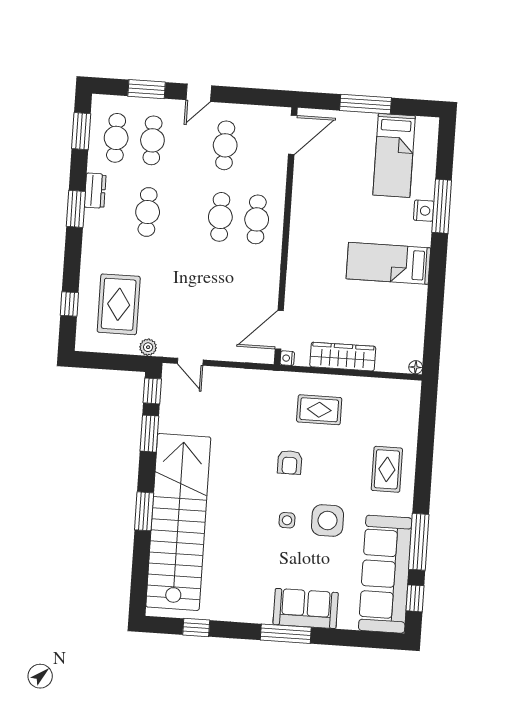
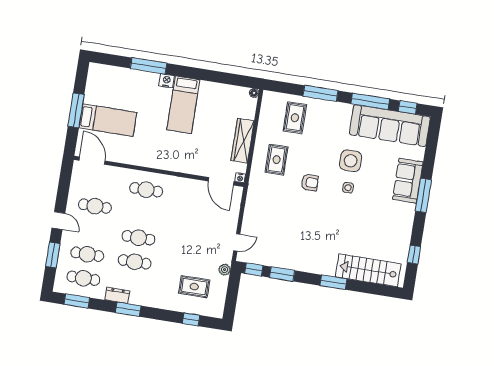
bed: (394, 155) -> (108, 120), moved
nightstand: (424, 211) -> (167, 81), moved
cafe table: (220, 217) -> (138, 238), moved
rug: (119, 304) -> (194, 287), width x0.73, depth x0.70
window: (424, 466) -> (320, 93), added
rug: (387, 469) -> (295, 118), moved, turned 90
stairs: (178, 522) -> (368, 270), width x0.54, depth x0.66

